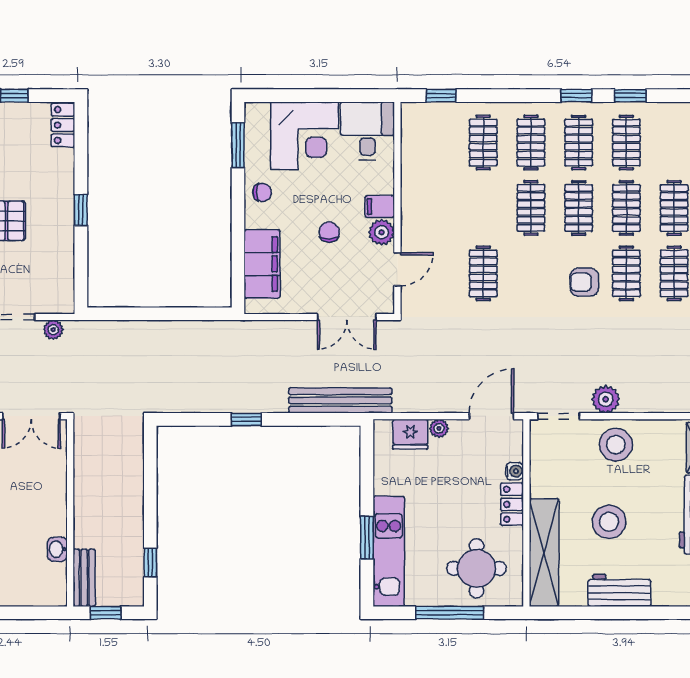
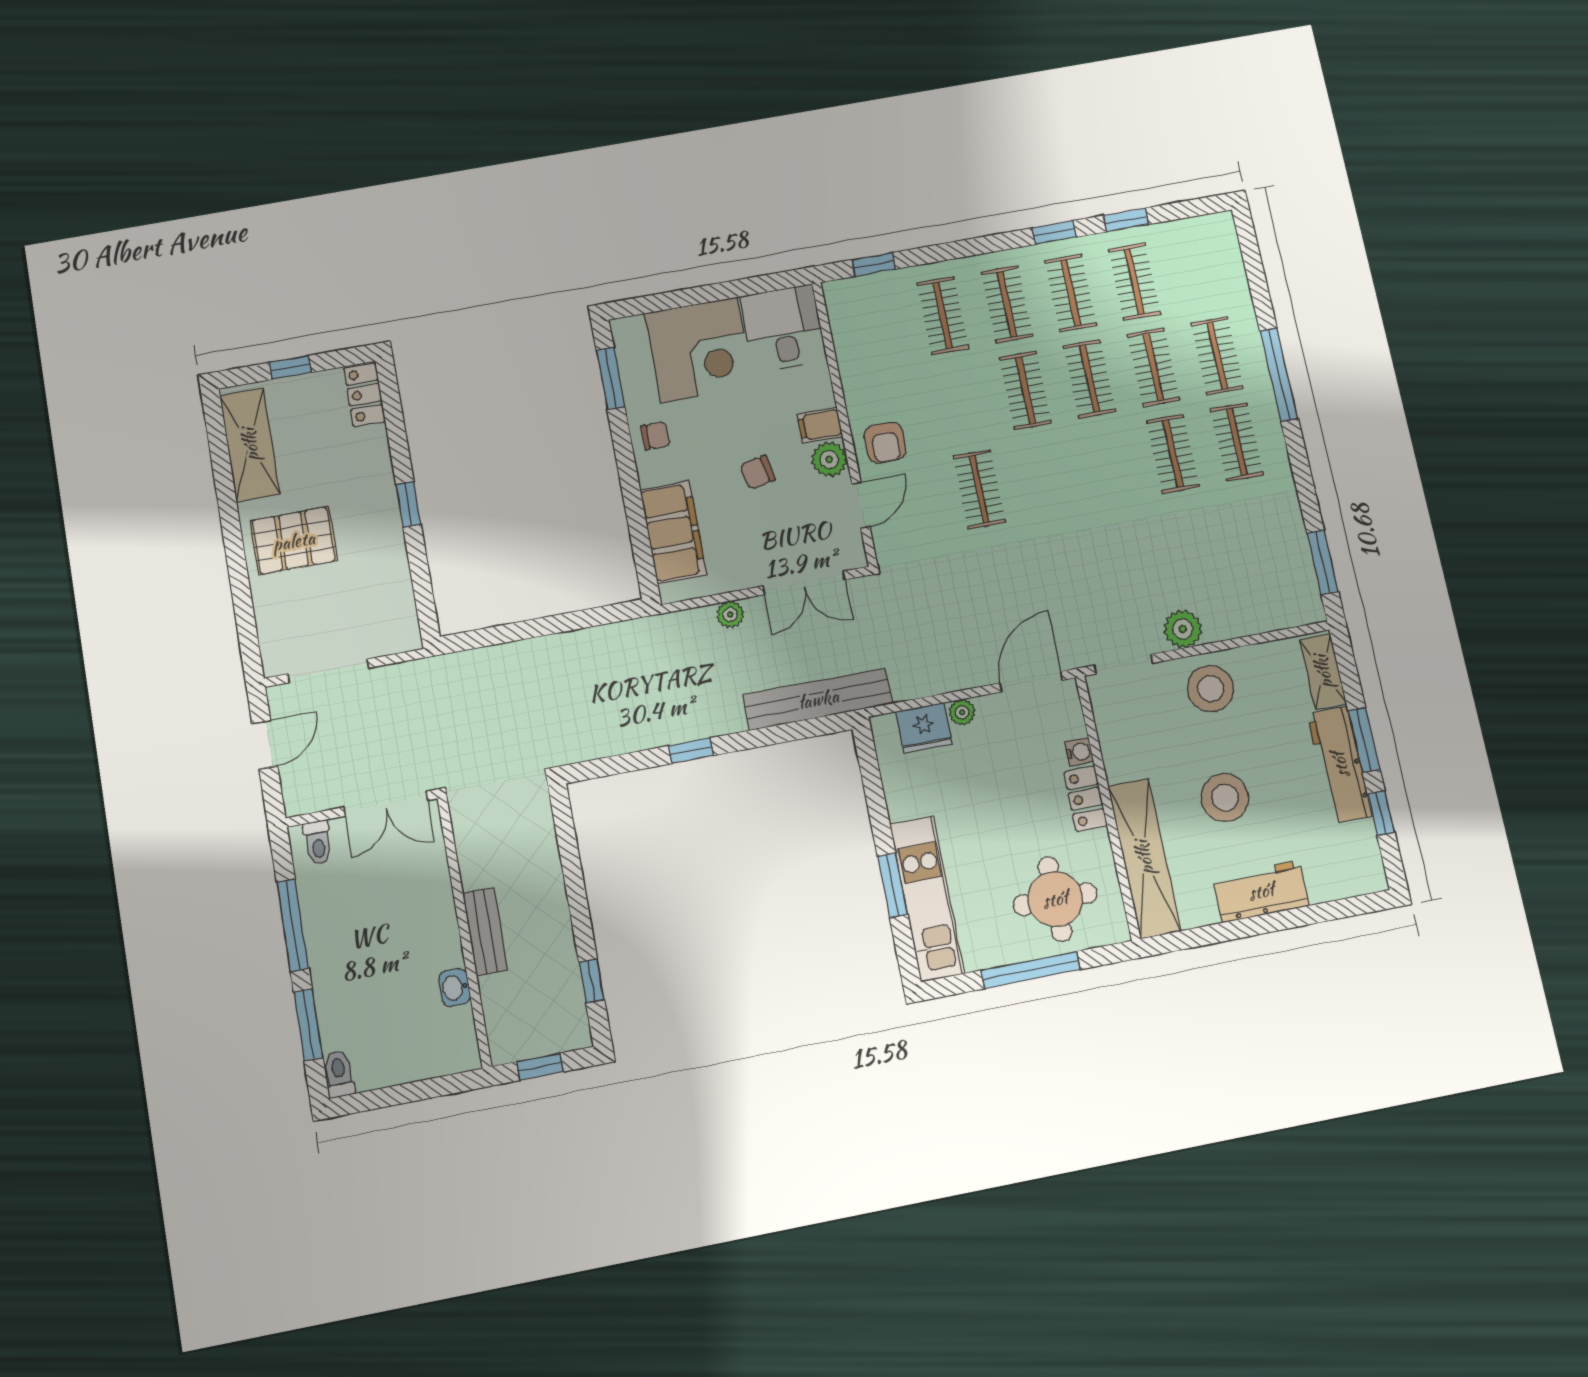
chair: (329, 232) -> (758, 472), turned -101
armchair: (584, 282) -> (885, 443), moved, turned -90
plant: (53, 330) -> (730, 615), moved
bench: (84, 578) -> (485, 932), moved

